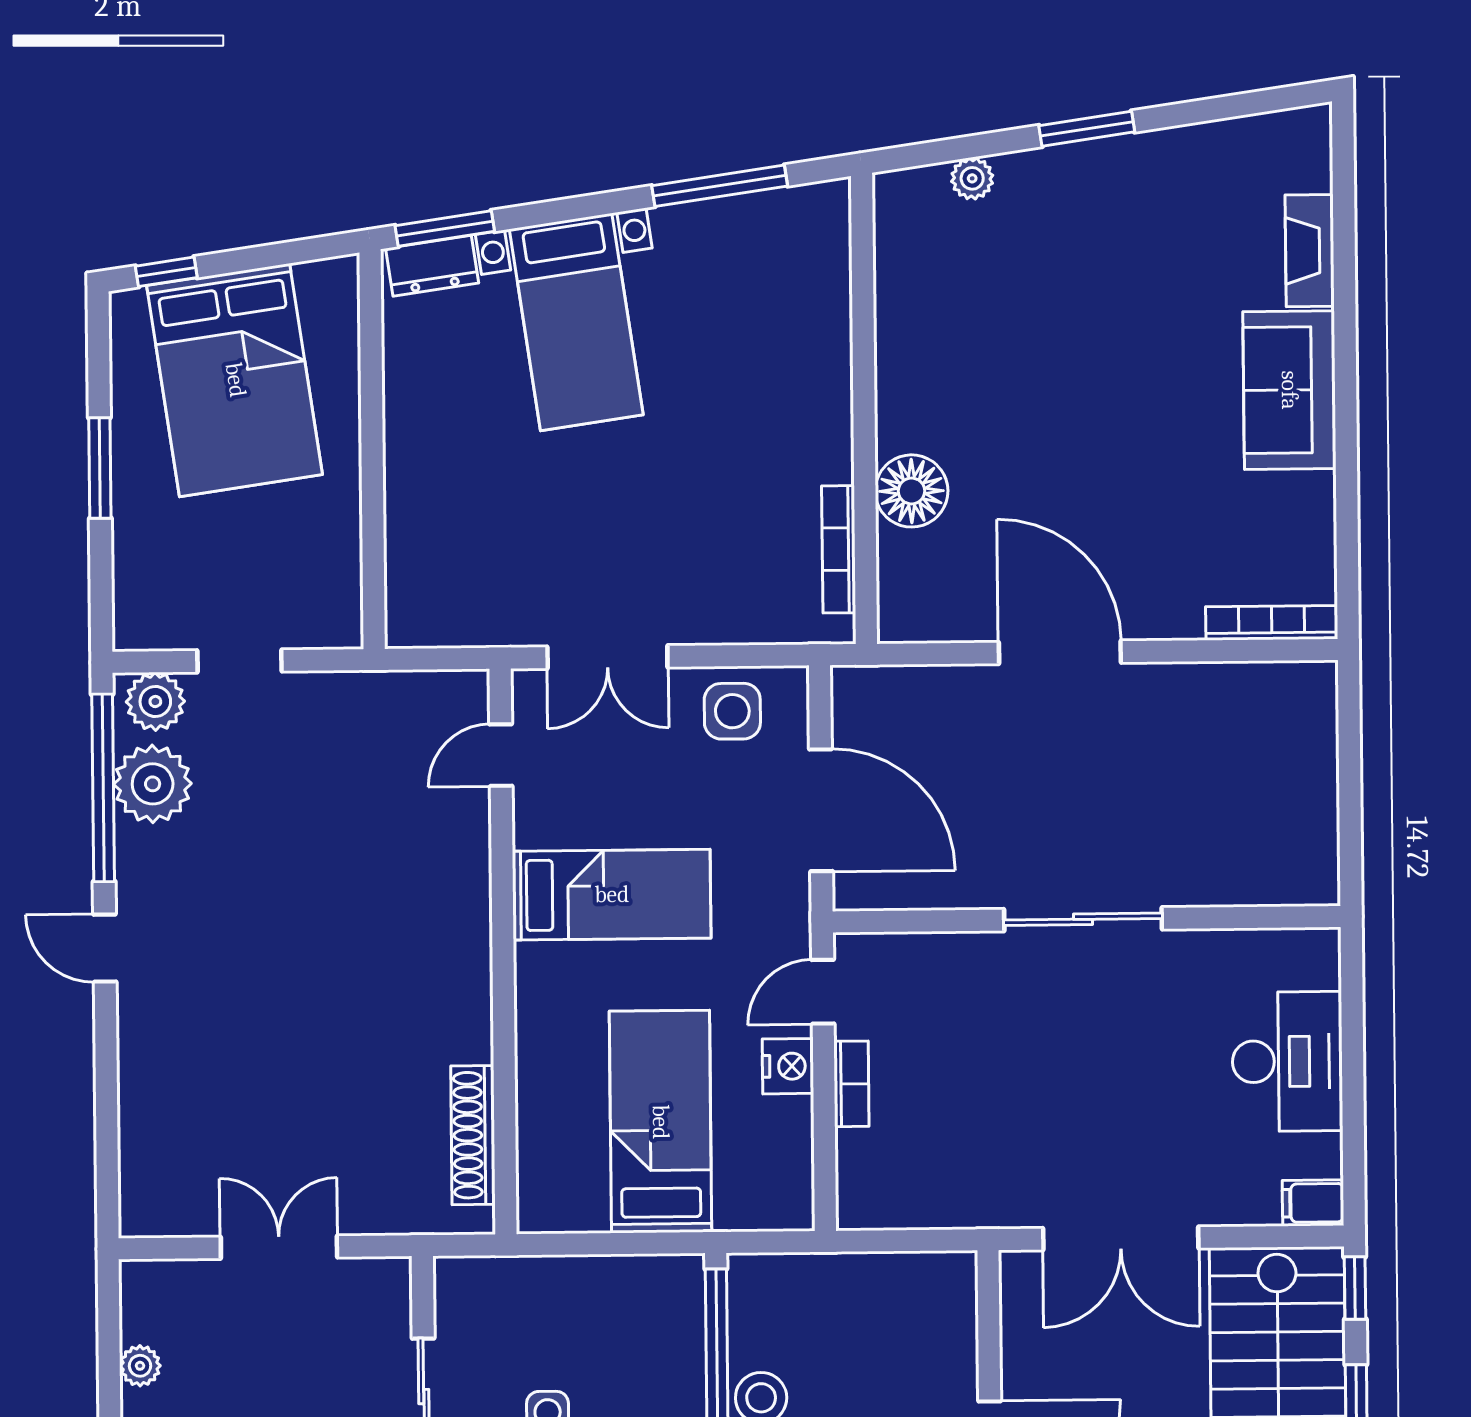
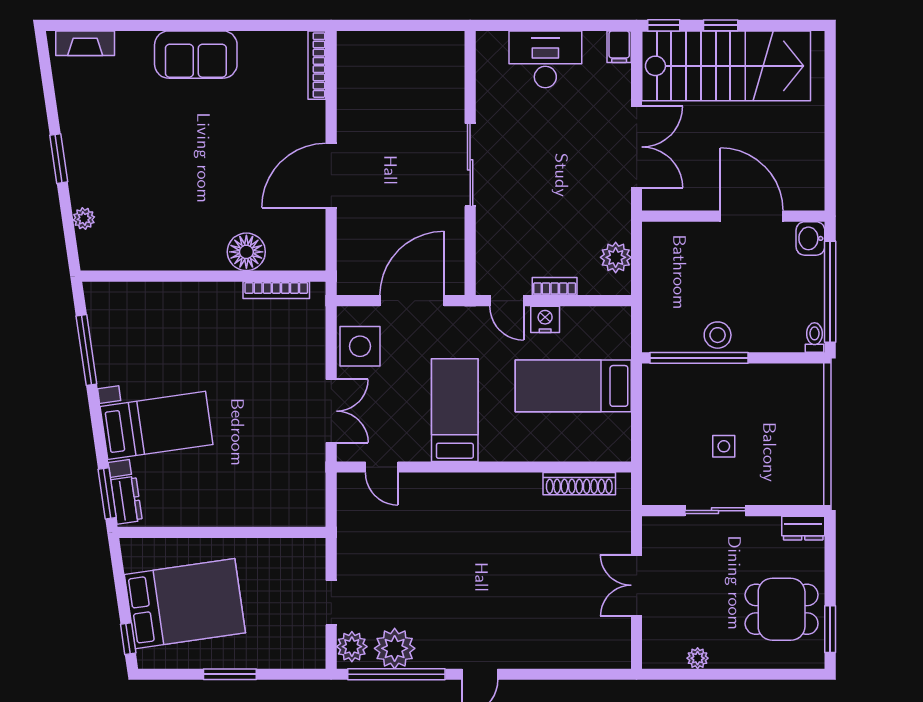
fireplace: (1310, 251) -> (85, 43), moved
side table: (732, 711) -> (360, 346), width x1.37, depth x1.37
plant: (908, 1201) -> (616, 257), added

